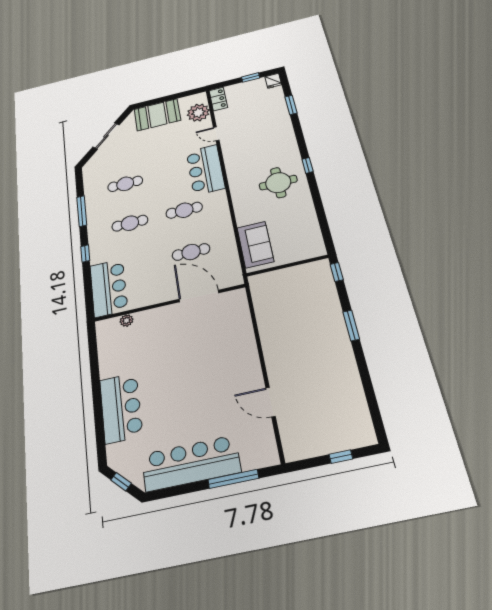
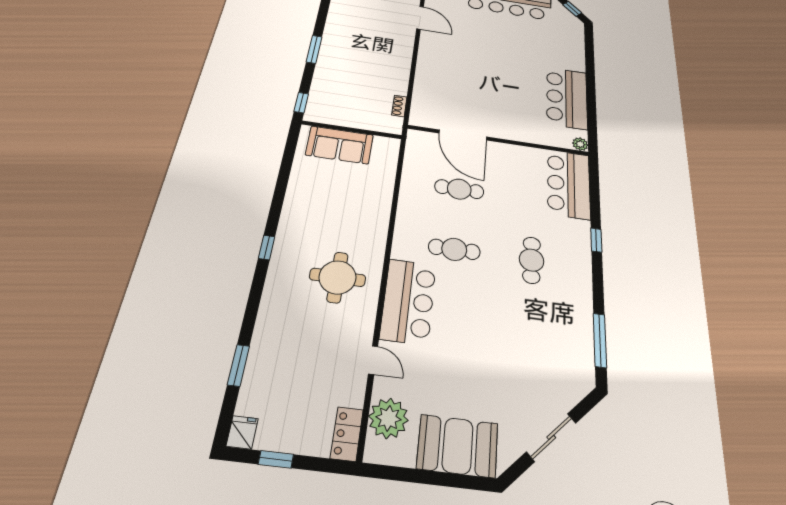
round table: (278, 183) -> (338, 277), moved
cafe table: (125, 184) -> (530, 327), removed
window: (82, 211) -> (600, 340), moved
cafe table: (130, 223) -> (532, 260), turned 90
sofa: (255, 245) -> (340, 145), moved, turned -90
shoe rack: (258, 301) -> (399, 106), added
plant: (126, 321) -> (580, 144), moved
bar counter: (121, 408) -> (567, 98), moved

